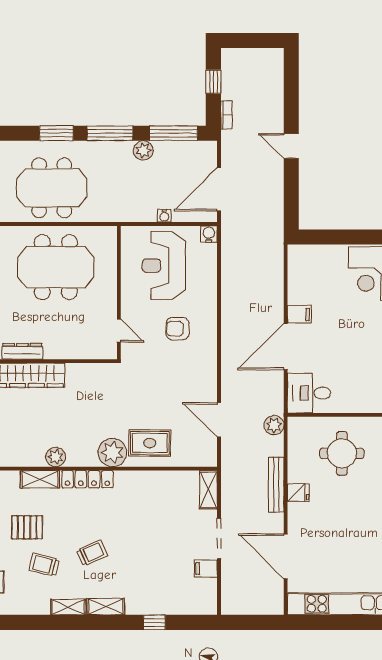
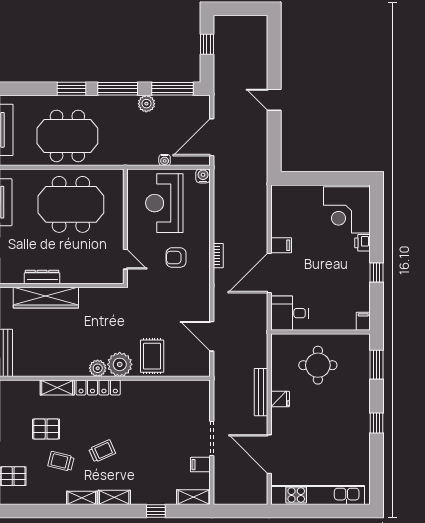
bookcase: (226, 115) -> (218, 256), moved
plant: (274, 425) -> (259, 341), removed
rug: (150, 443) -> (152, 356), turned 90
plant: (56, 457) -> (98, 368), moved
shelving: (208, 490) -> (193, 497), moved, turned 90

